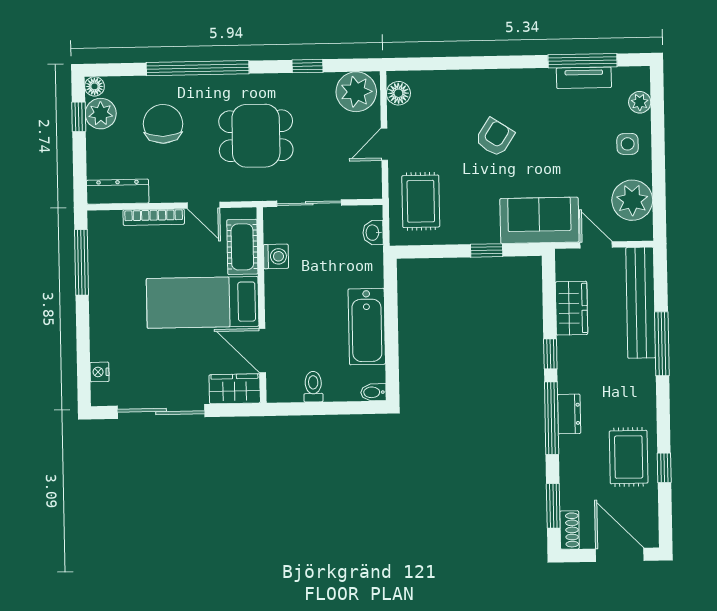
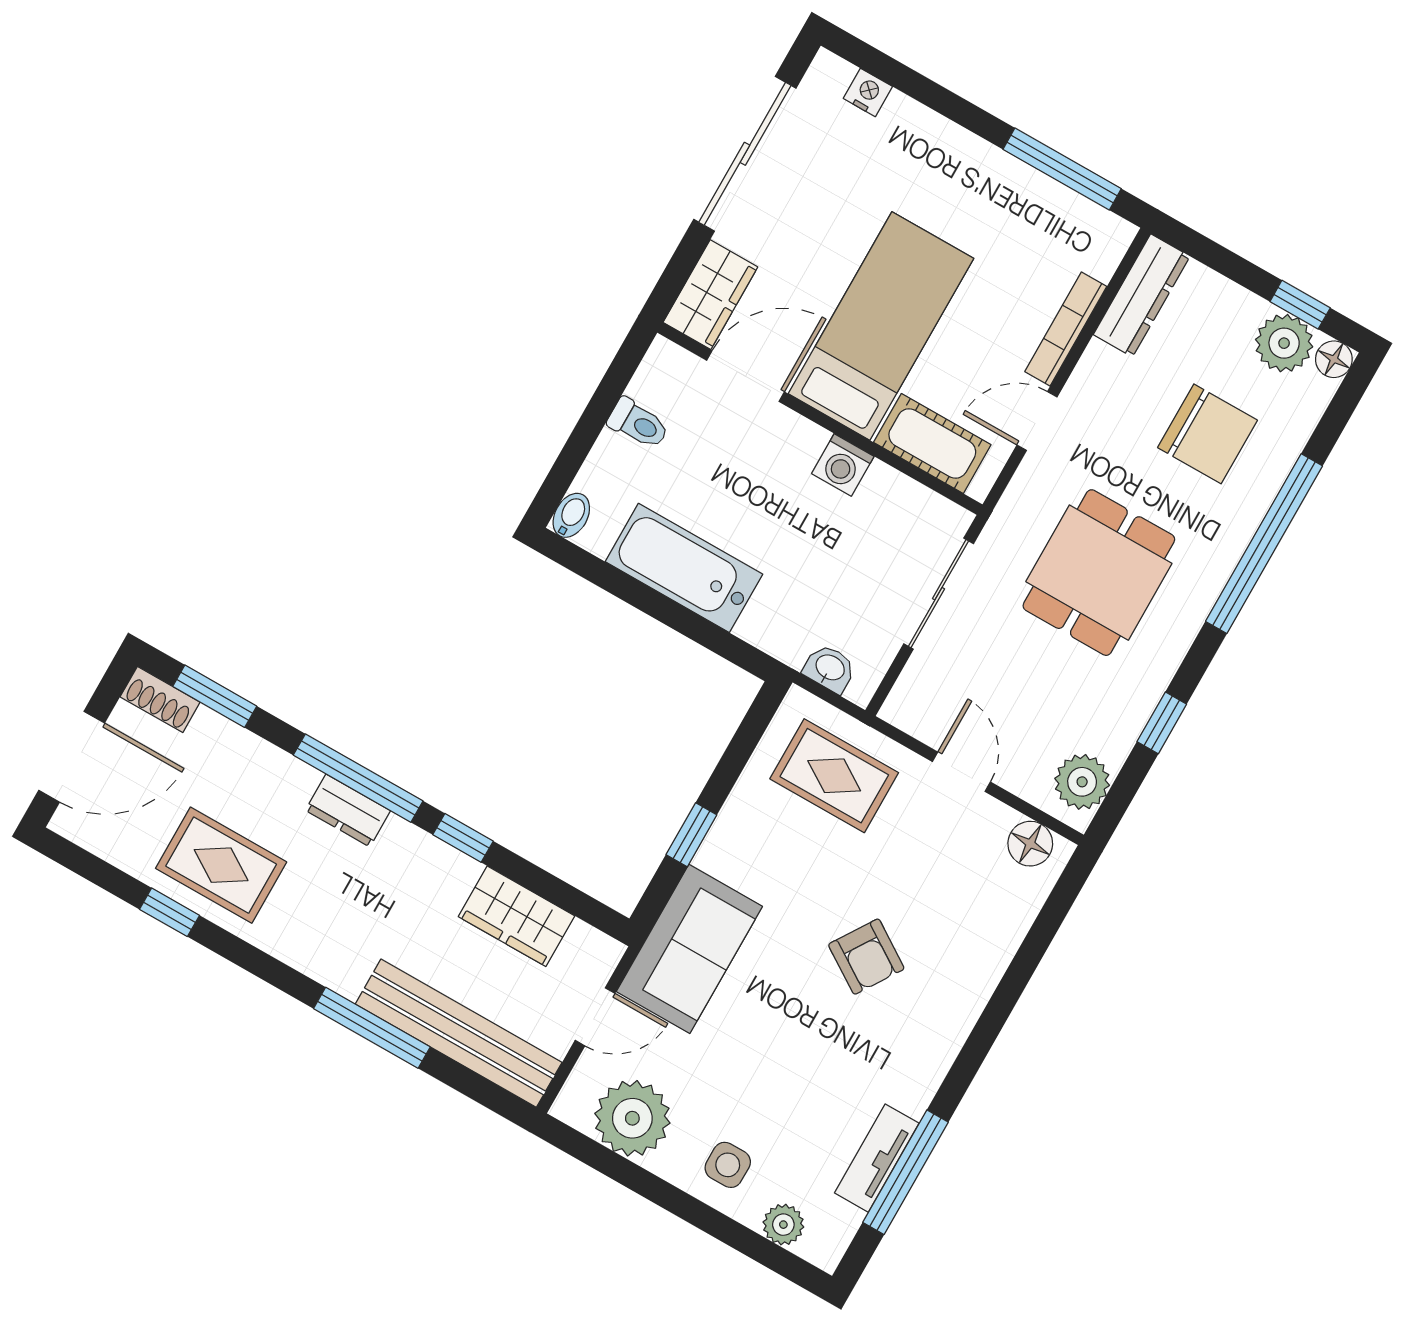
plant: (356, 92) -> (1082, 782), width x0.73, depth x0.73
washing machine: (276, 256) -> (843, 465), moved

